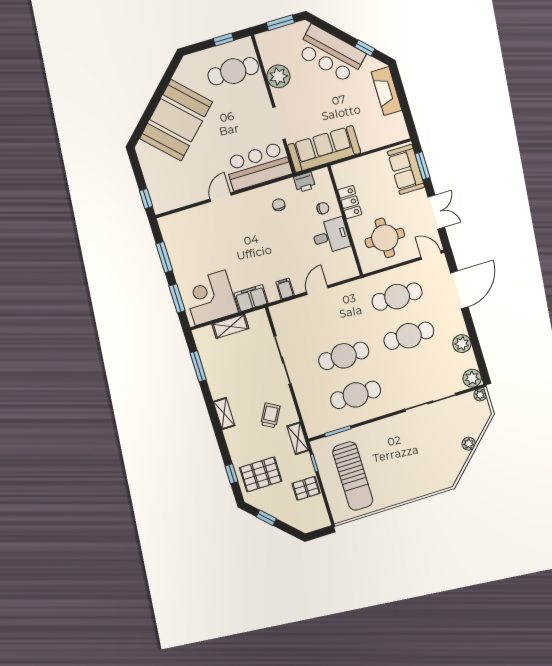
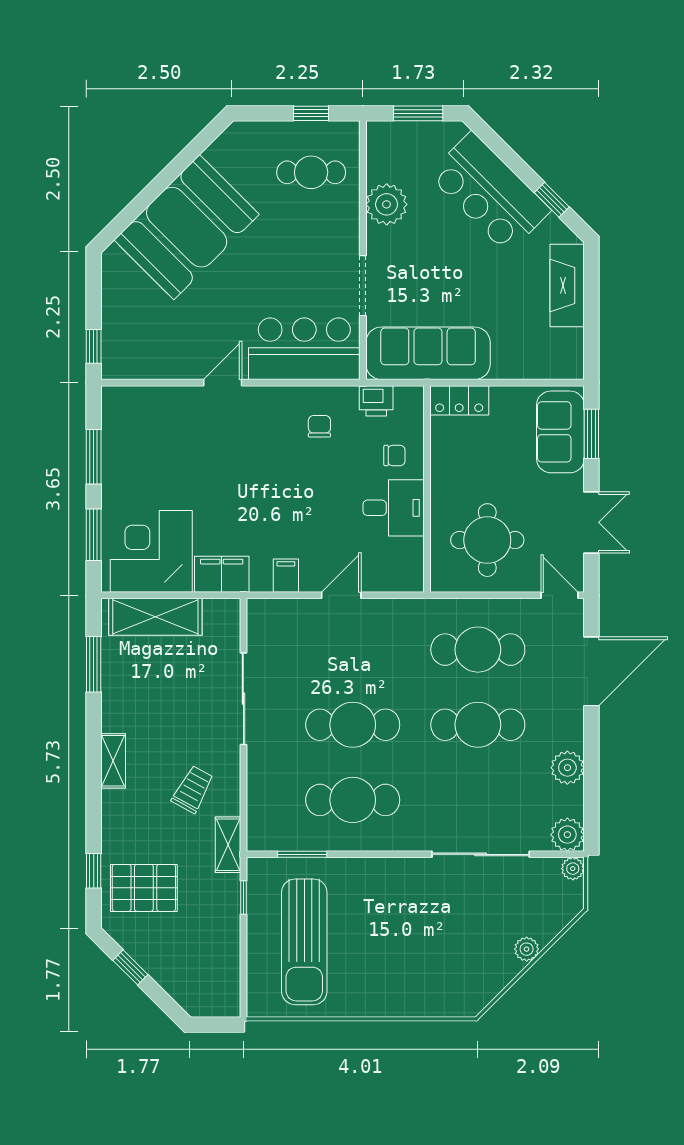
cafe table: (233, 71) -> (311, 172), width x0.73, depth x0.74
locker: (350, 202) -> (459, 400), moved, turned 90
shelving: (230, 326) -> (155, 617), width x1.50, depth x1.33
pallet: (306, 488) -> (216, 938), removed

